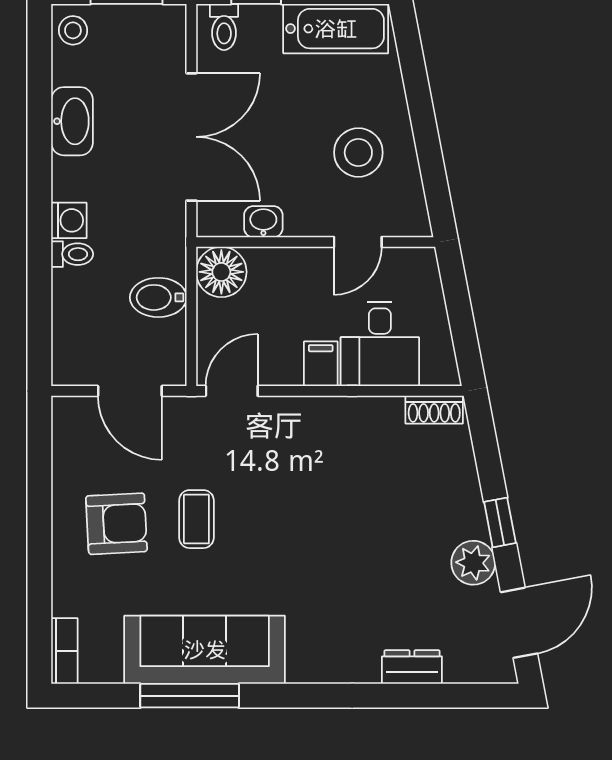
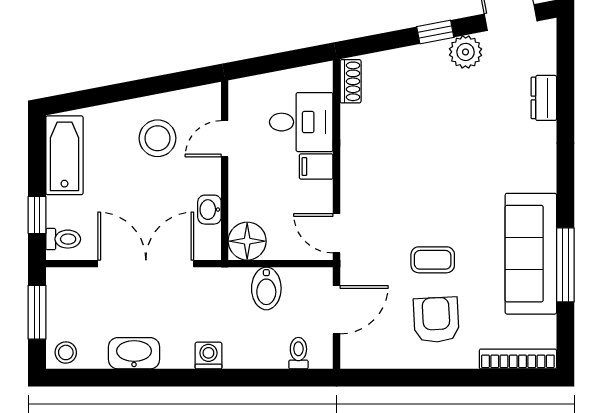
door: (358, 242) -> (225, 139), swing flipped
toilet: (72, 254) -> (298, 353), moved
bookcase: (64, 651) -> (518, 359), width x1.56

